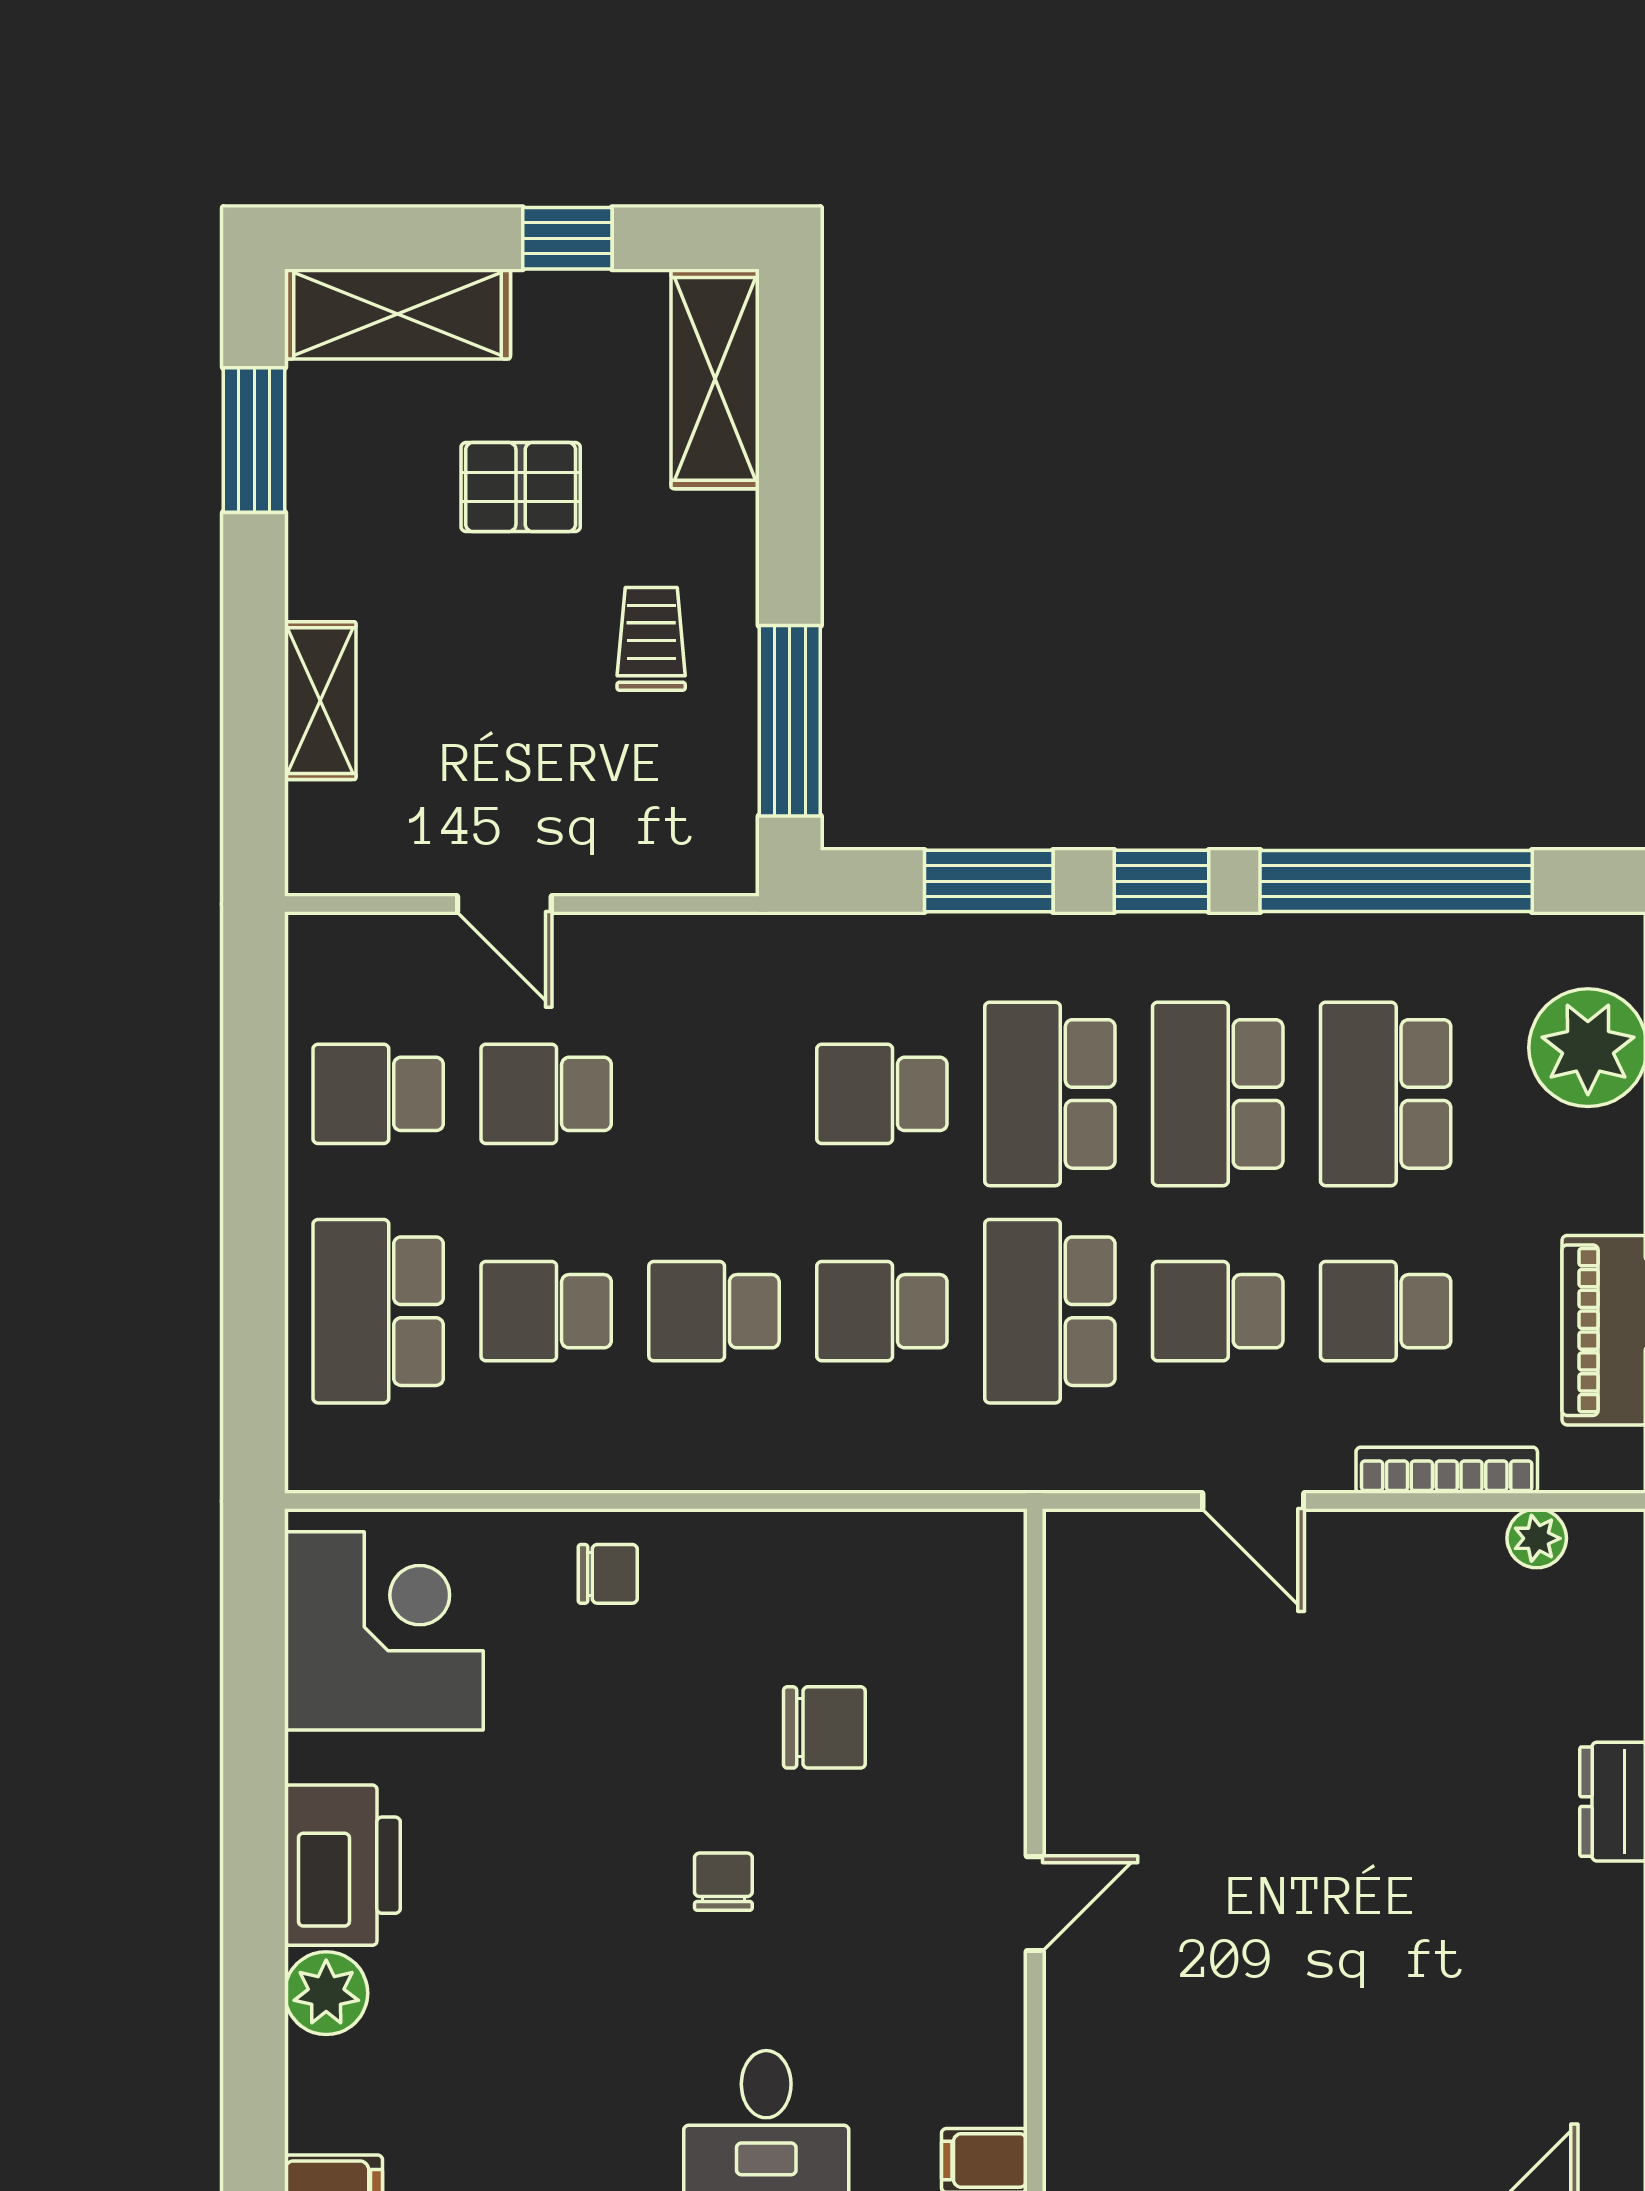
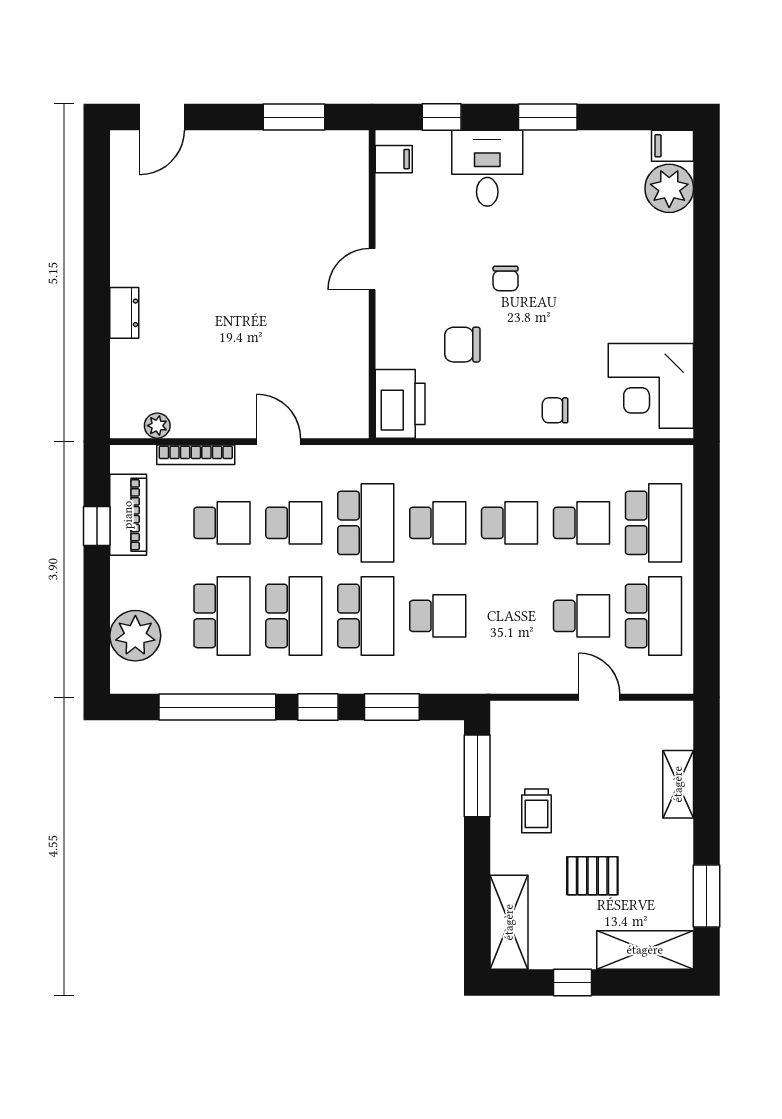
school desk: (378, 1094) -> (653, 616), width x1.85
printer: (342, 1865) -> (400, 404), moved, turned 180
plant: (326, 1993) -> (669, 188), moved, width x1.36, depth x1.36

